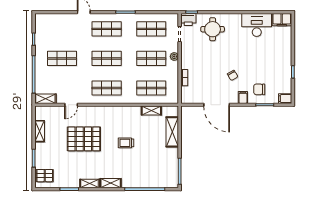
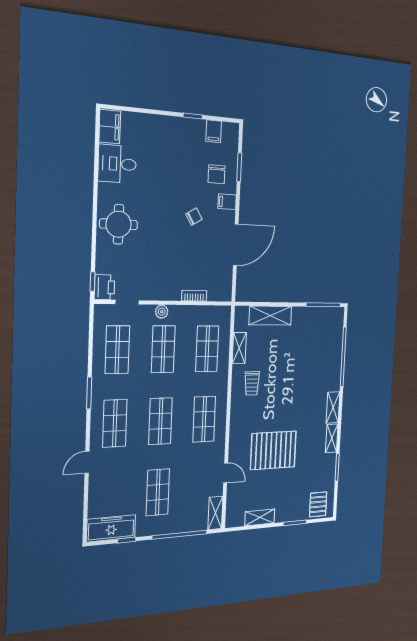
desk: (257, 25) -> (117, 164), width x0.73
freezer: (42, 29) -> (111, 528), added
round table: (213, 29) -> (119, 224), moved
filing cabinet: (285, 99) -> (214, 131), moved
pallet: (84, 139) -> (273, 450), turned 90
trolley: (126, 143) -> (252, 383), moved

